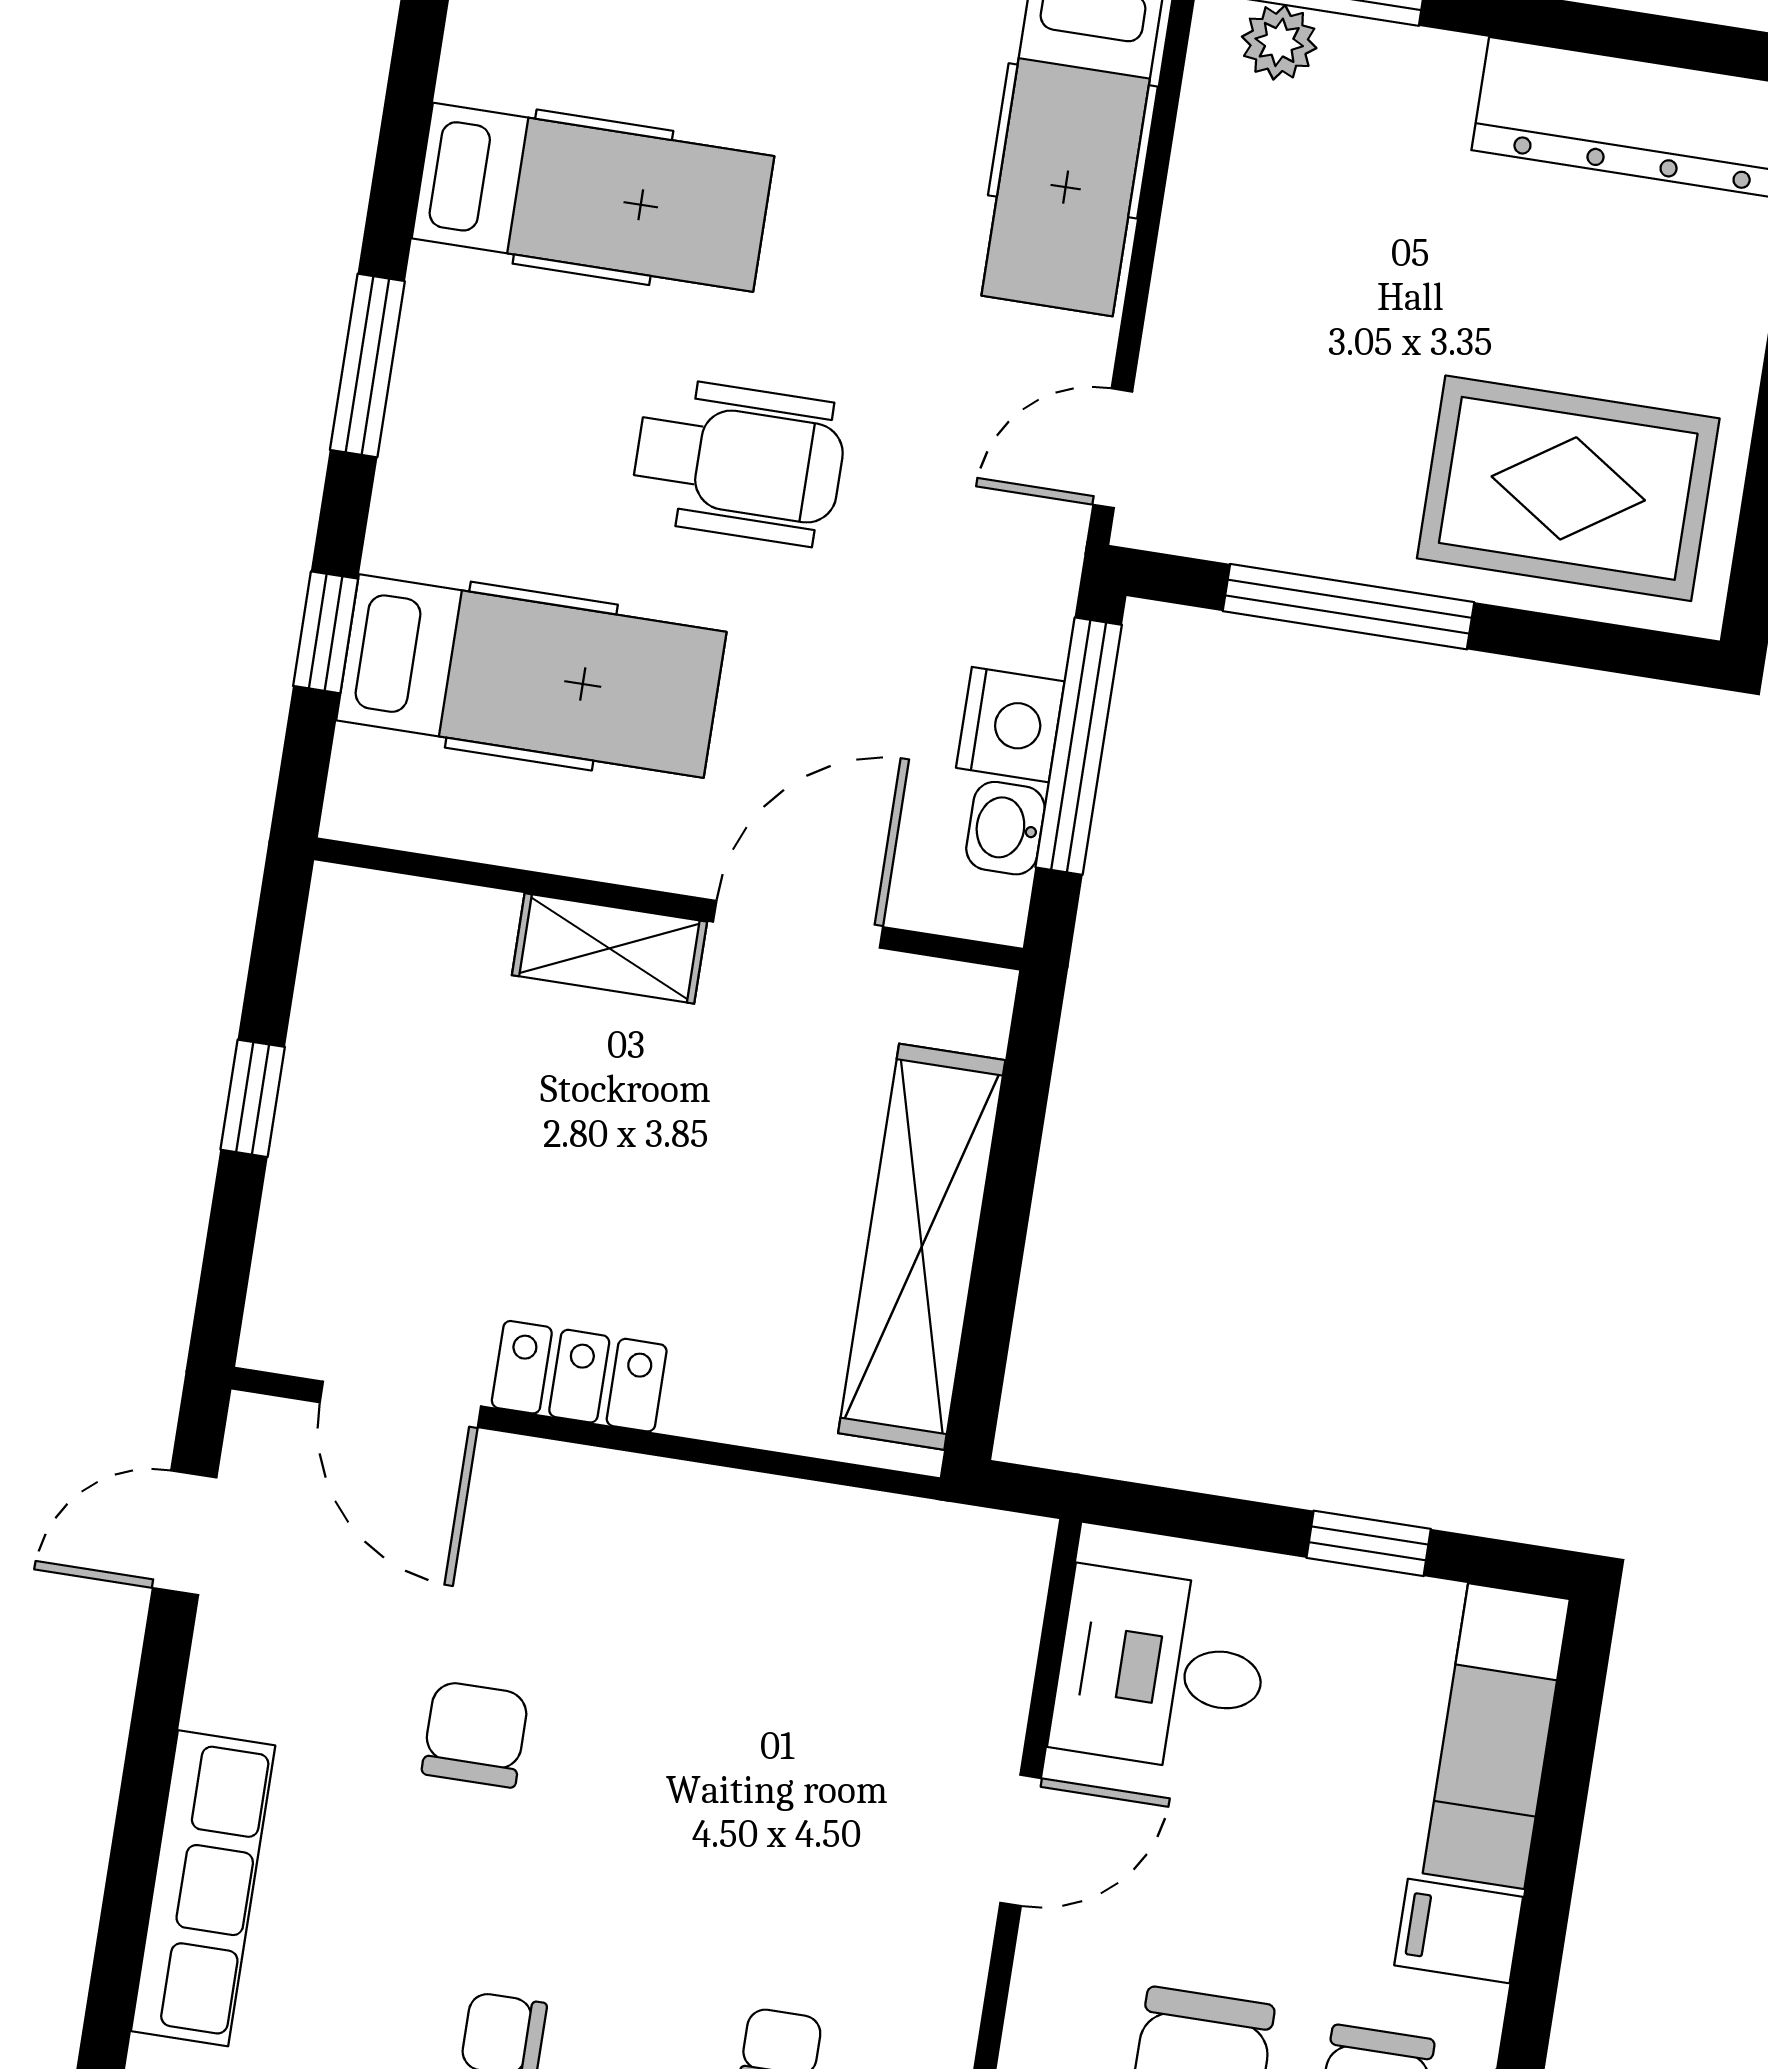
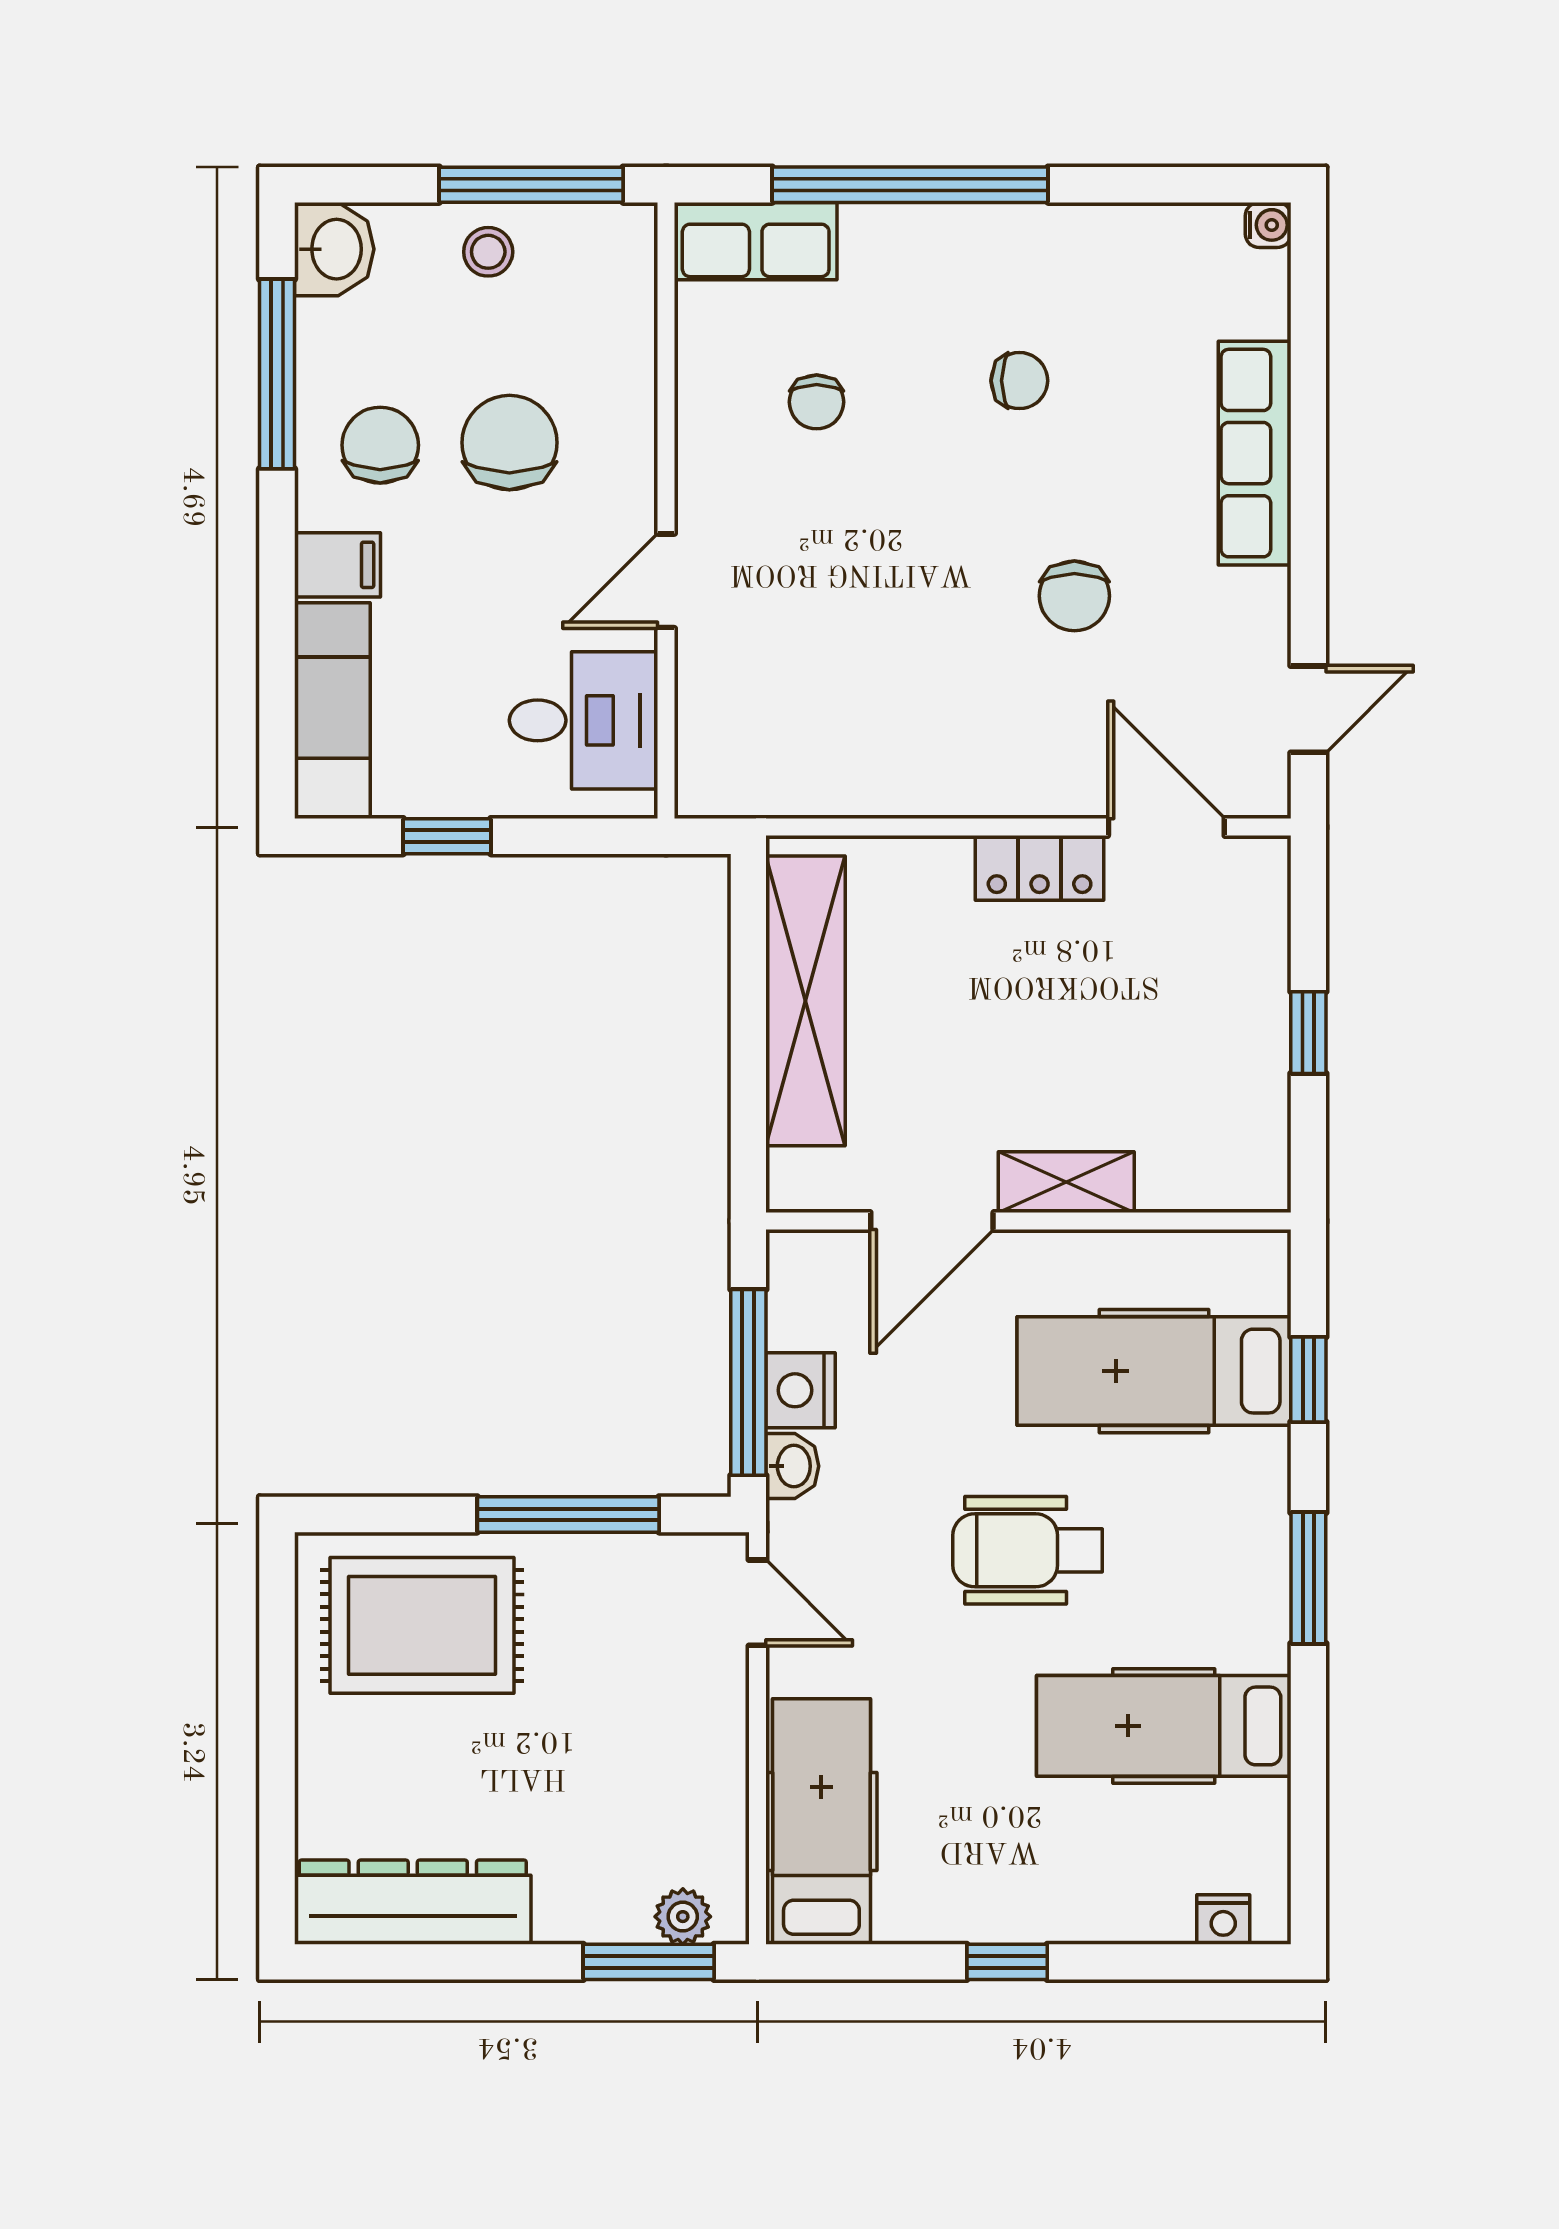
door: (1113, 448) -> (758, 1603), hinge flipped
washbasin: (1005, 828) -> (792, 1466), moved

